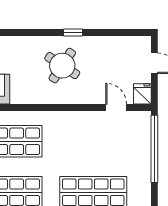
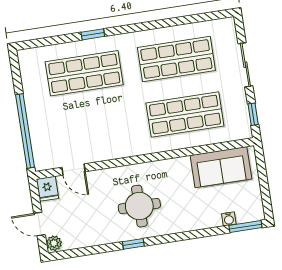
plant: (144, 44) -> (54, 243), added
round table: (62, 66) -> (139, 206), turned -33

